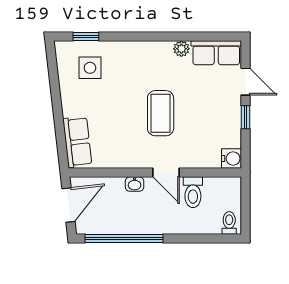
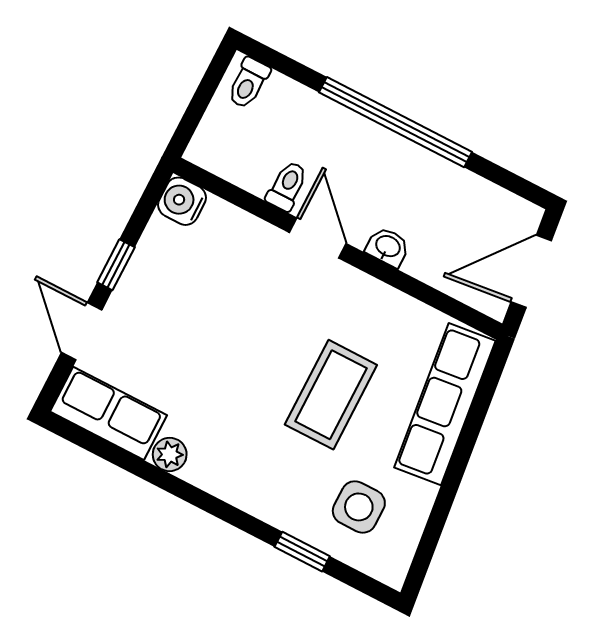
window: (86, 37) -> (302, 552), moved
coffee table: (161, 113) -> (331, 395), moved
row of seats: (77, 142) -> (445, 404), width x1.48
toilet: (193, 192) -> (287, 186), width x0.73, depth x0.72
window: (124, 239) -> (395, 122), moved

